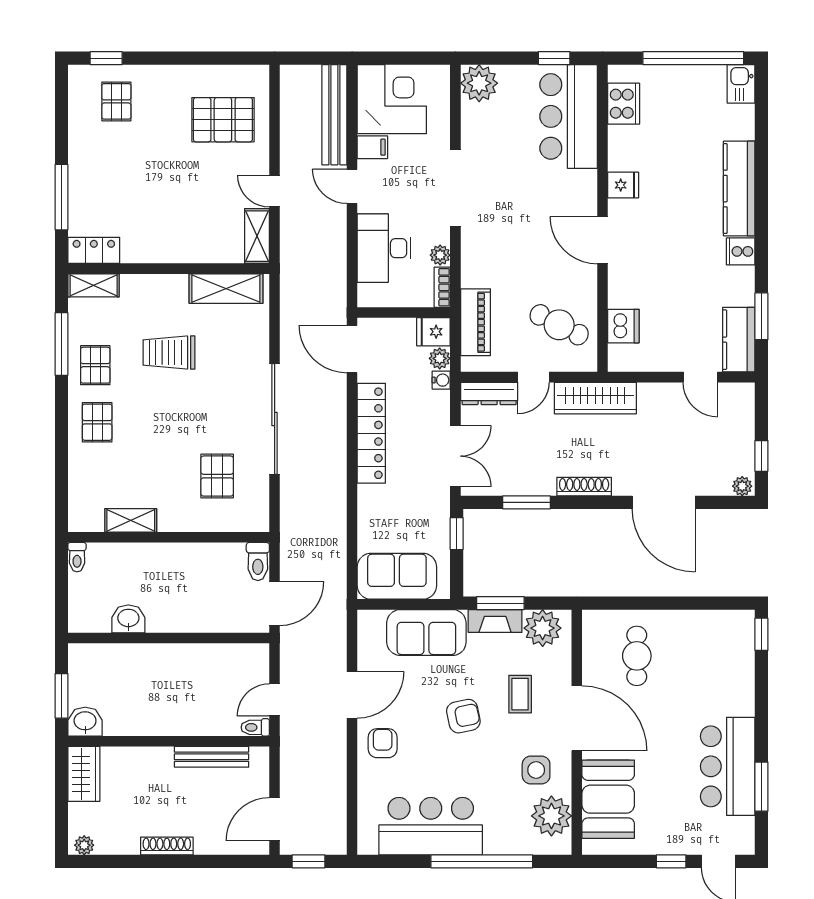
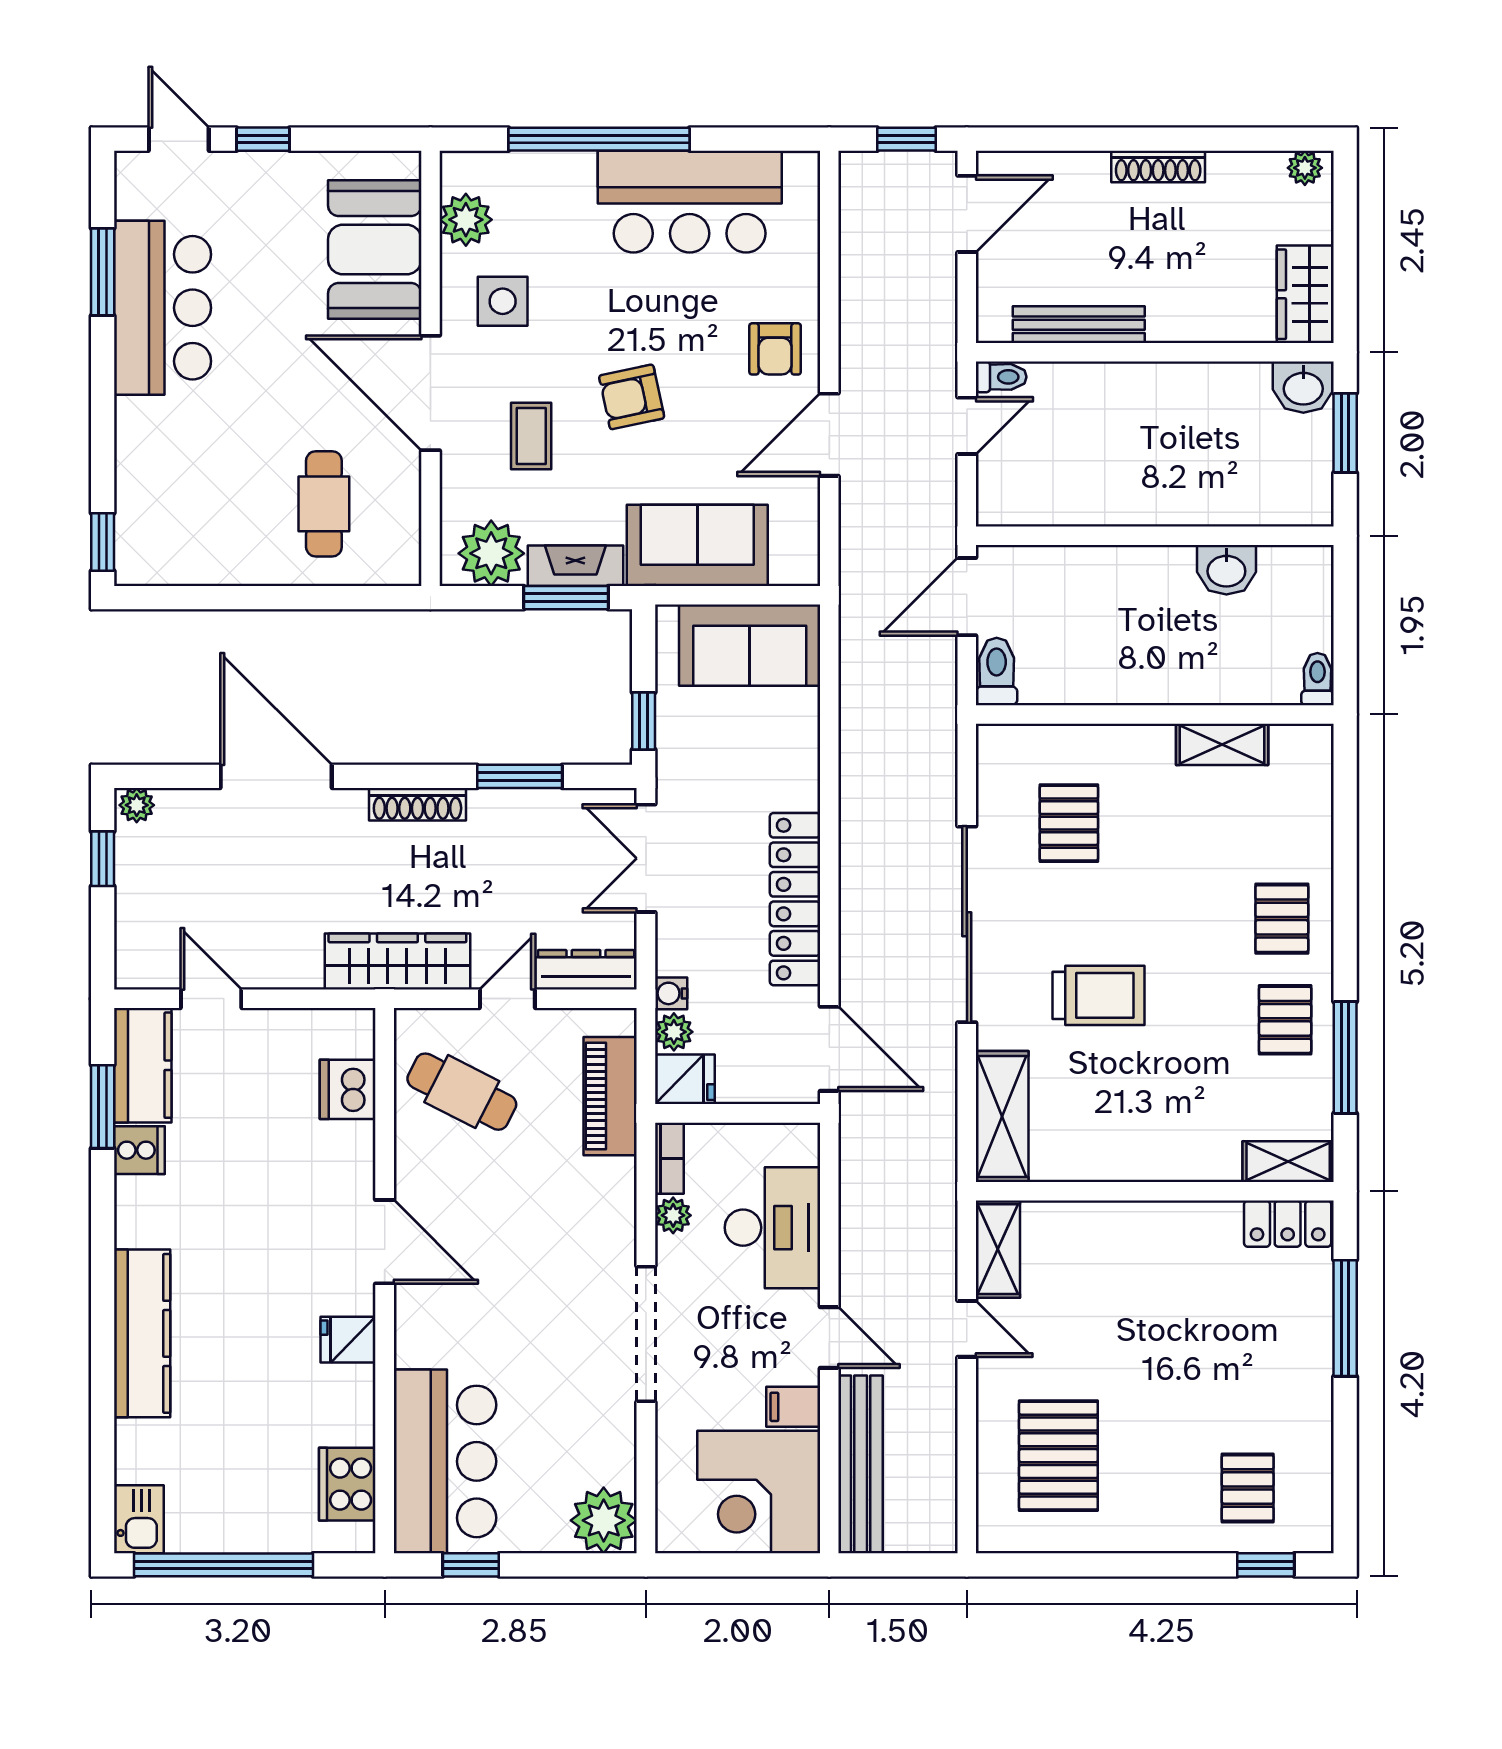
pallet: (223, 120) -> (1058, 1456), turned 90
cooker: (741, 251) -> (139, 1150), moved
shelving: (226, 289) -> (1002, 1117), moved, turned 90
trolley: (169, 352) -> (1099, 995), moved
plant: (551, 816) -> (466, 220), width x0.73, depth x0.73

